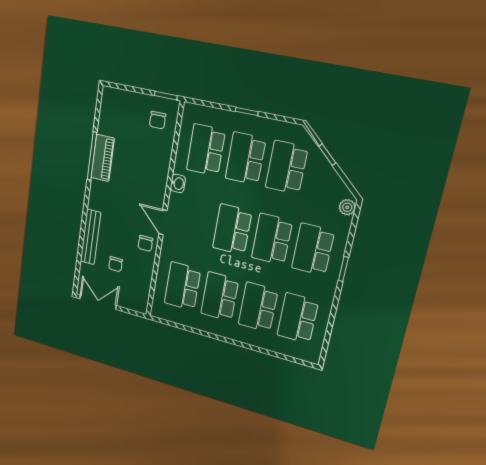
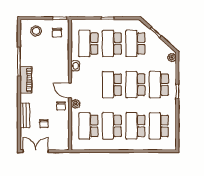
stool: (125, 110) -> (36, 31), added
piano: (103, 158) -> (26, 80), moved
bench: (90, 237) -> (25, 115), width x0.73
plant: (168, 246) -> (76, 104), added

